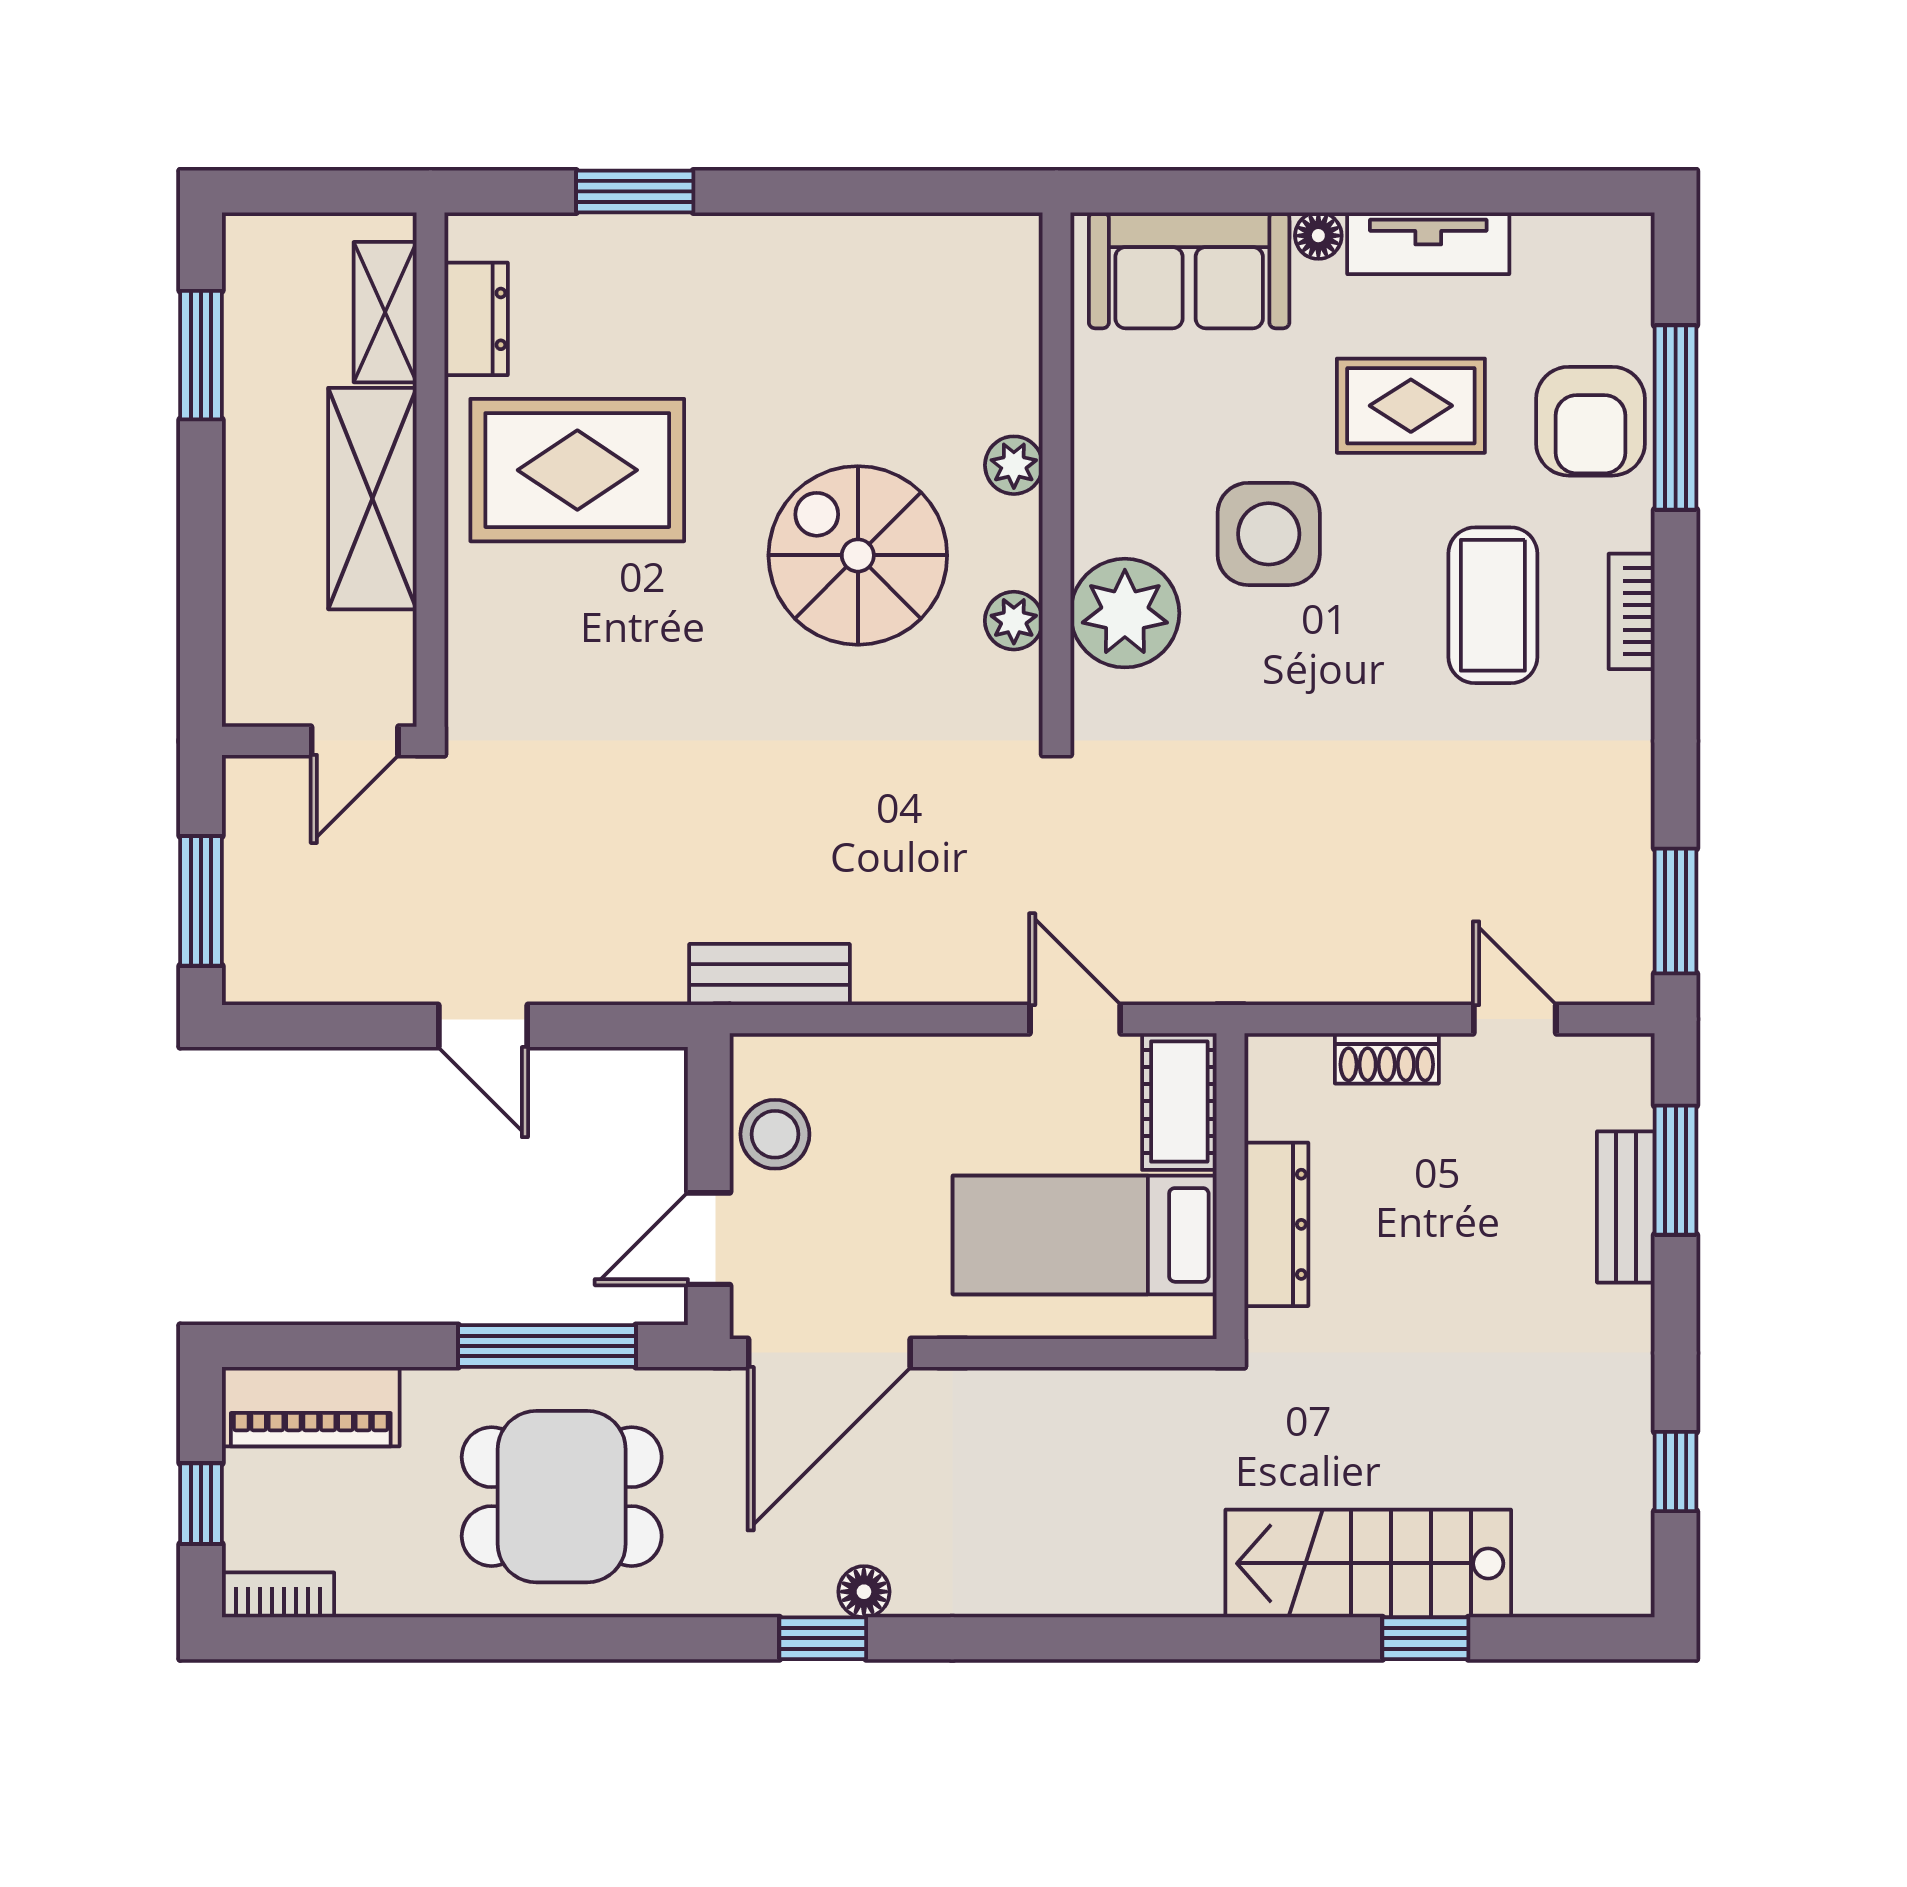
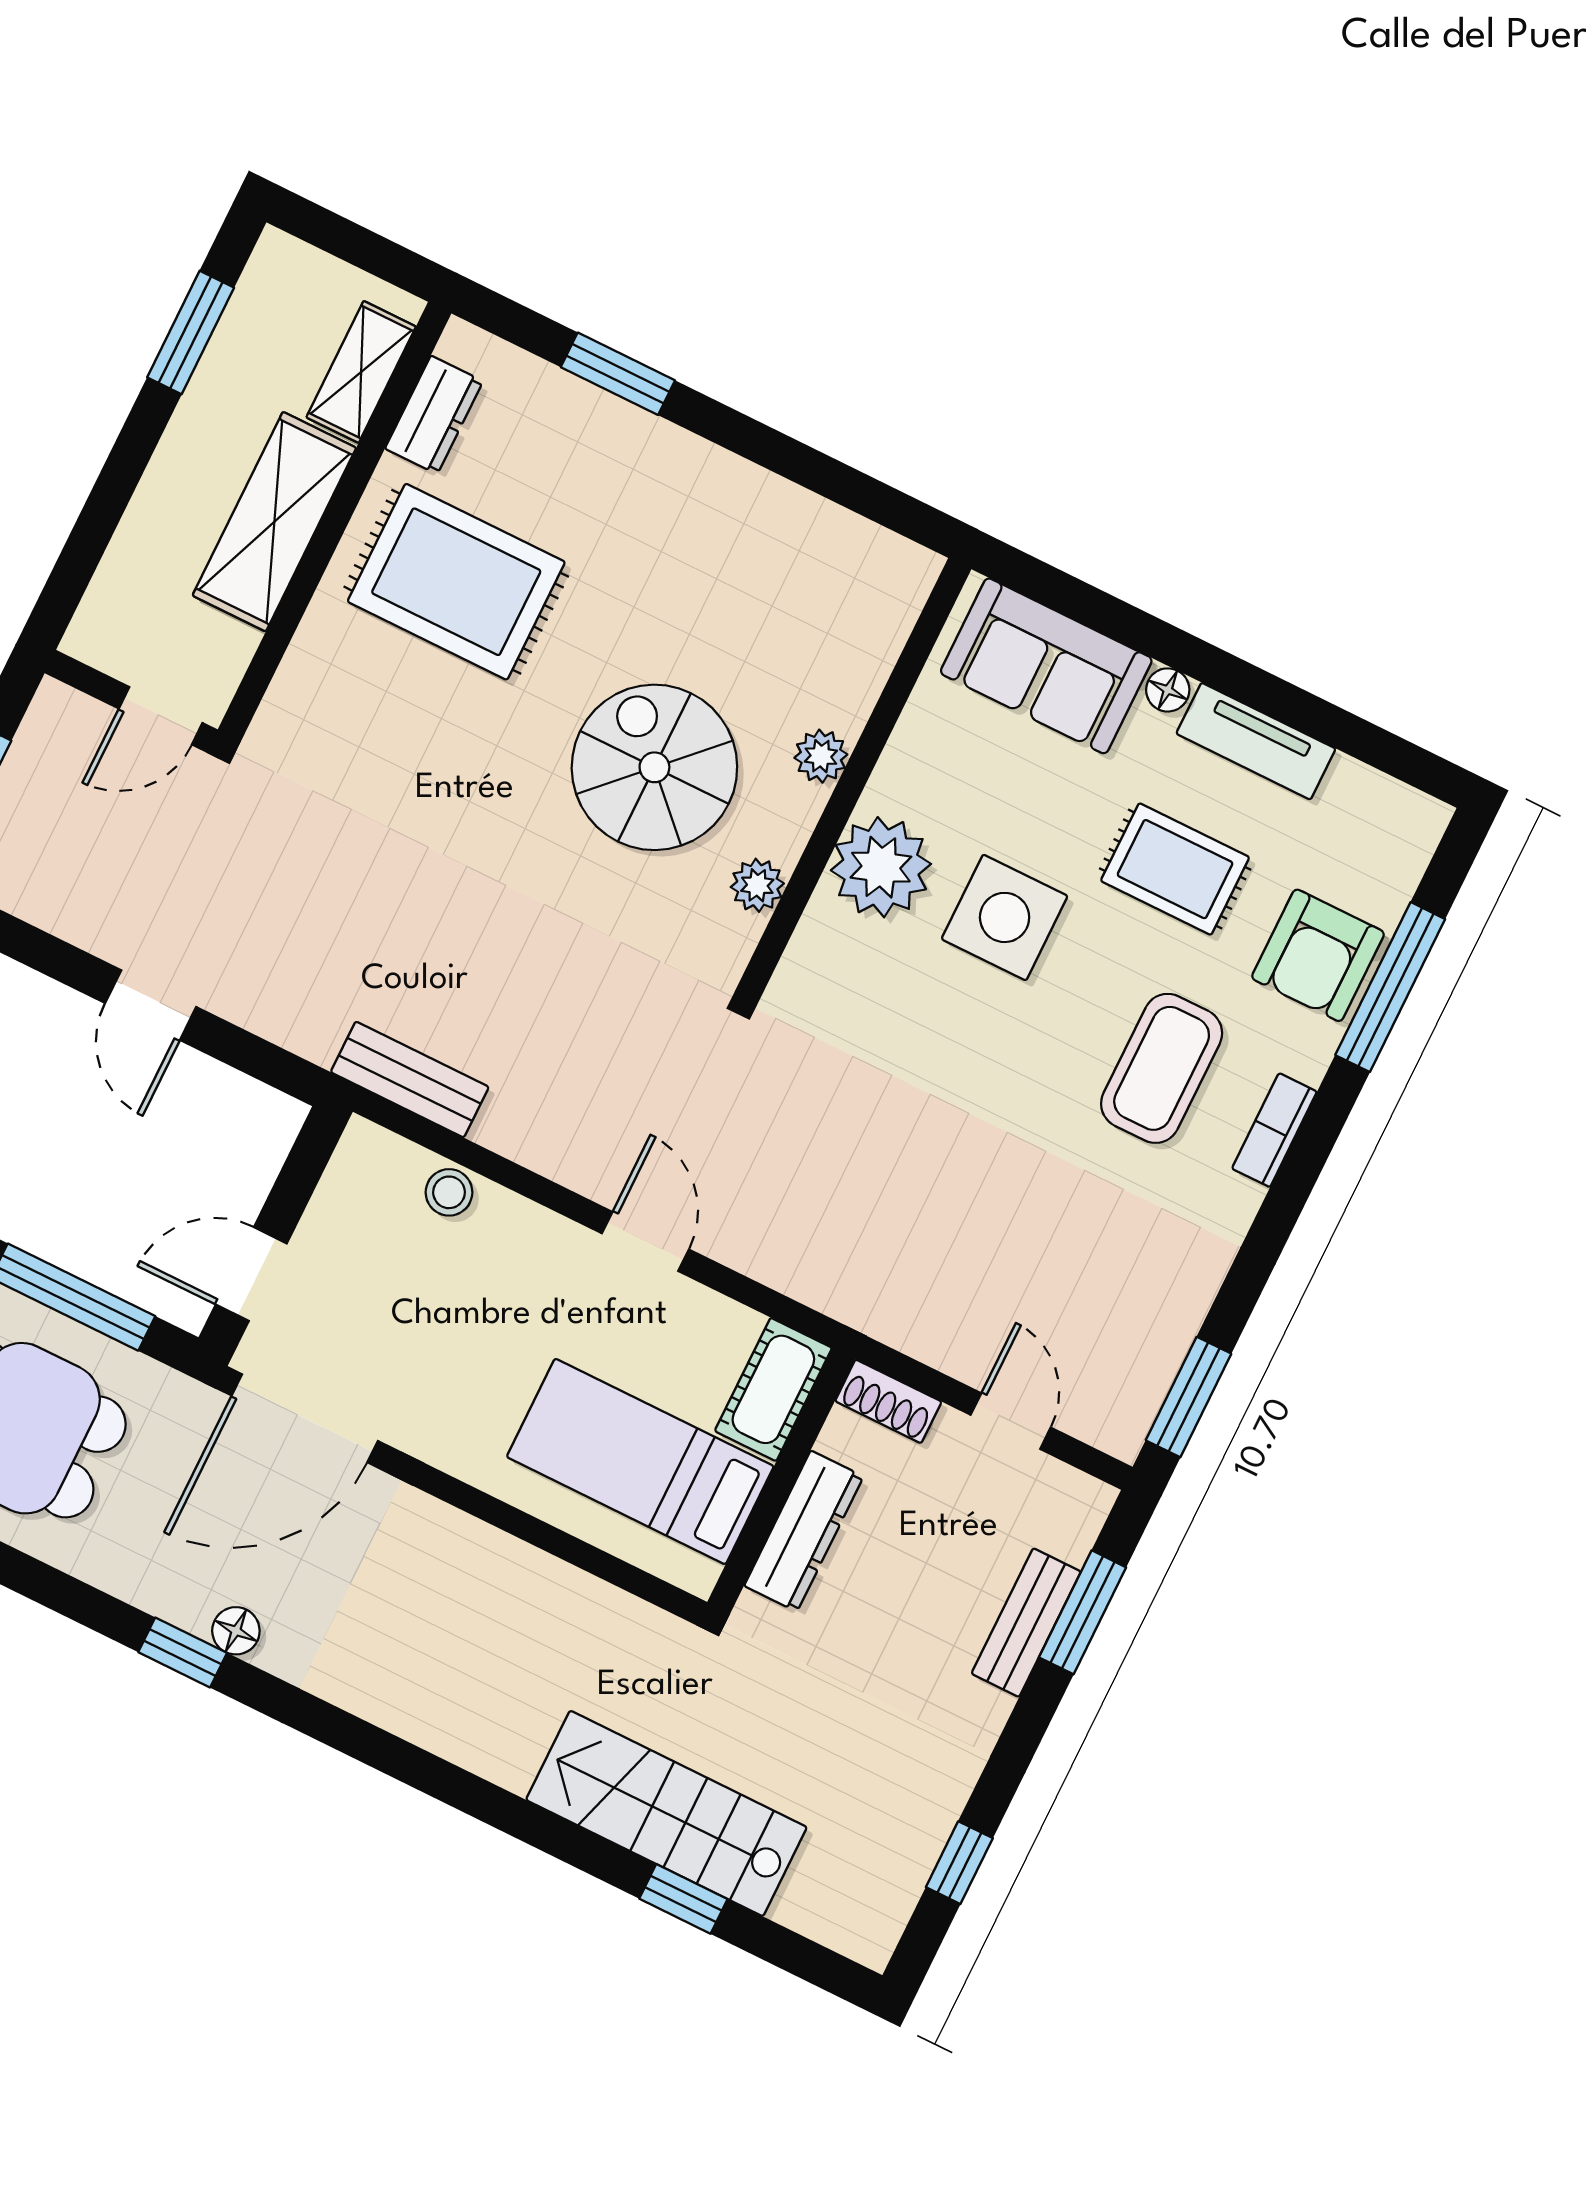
plant: (1125, 613) -> (881, 867), moved
cot: (1179, 1101) -> (773, 1389), moved
stool: (775, 1134) -> (449, 1192), moved, width x0.73, depth x0.73
wall: (1230, 1186) -> (781, 1481), moved
dresser: (1276, 1224) -> (804, 1531), moved
bed: (1085, 1235) -> (640, 1461), moved

